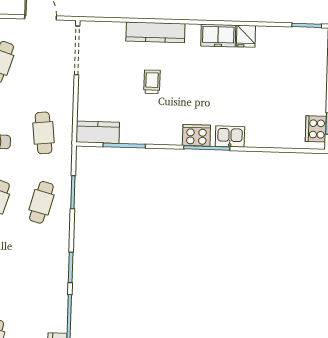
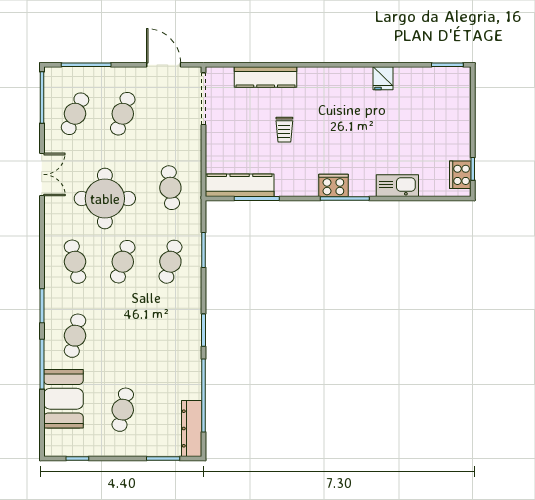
kitchen counter: (155, 32) -> (266, 77), moved
freezer: (218, 36) -> (353, 79), removed
trolley: (152, 82) -> (284, 130), turned 180
kitchen counter: (98, 132) -> (240, 185), width x1.50
kitchen sink: (230, 136) -> (397, 186), moved, width x1.38

